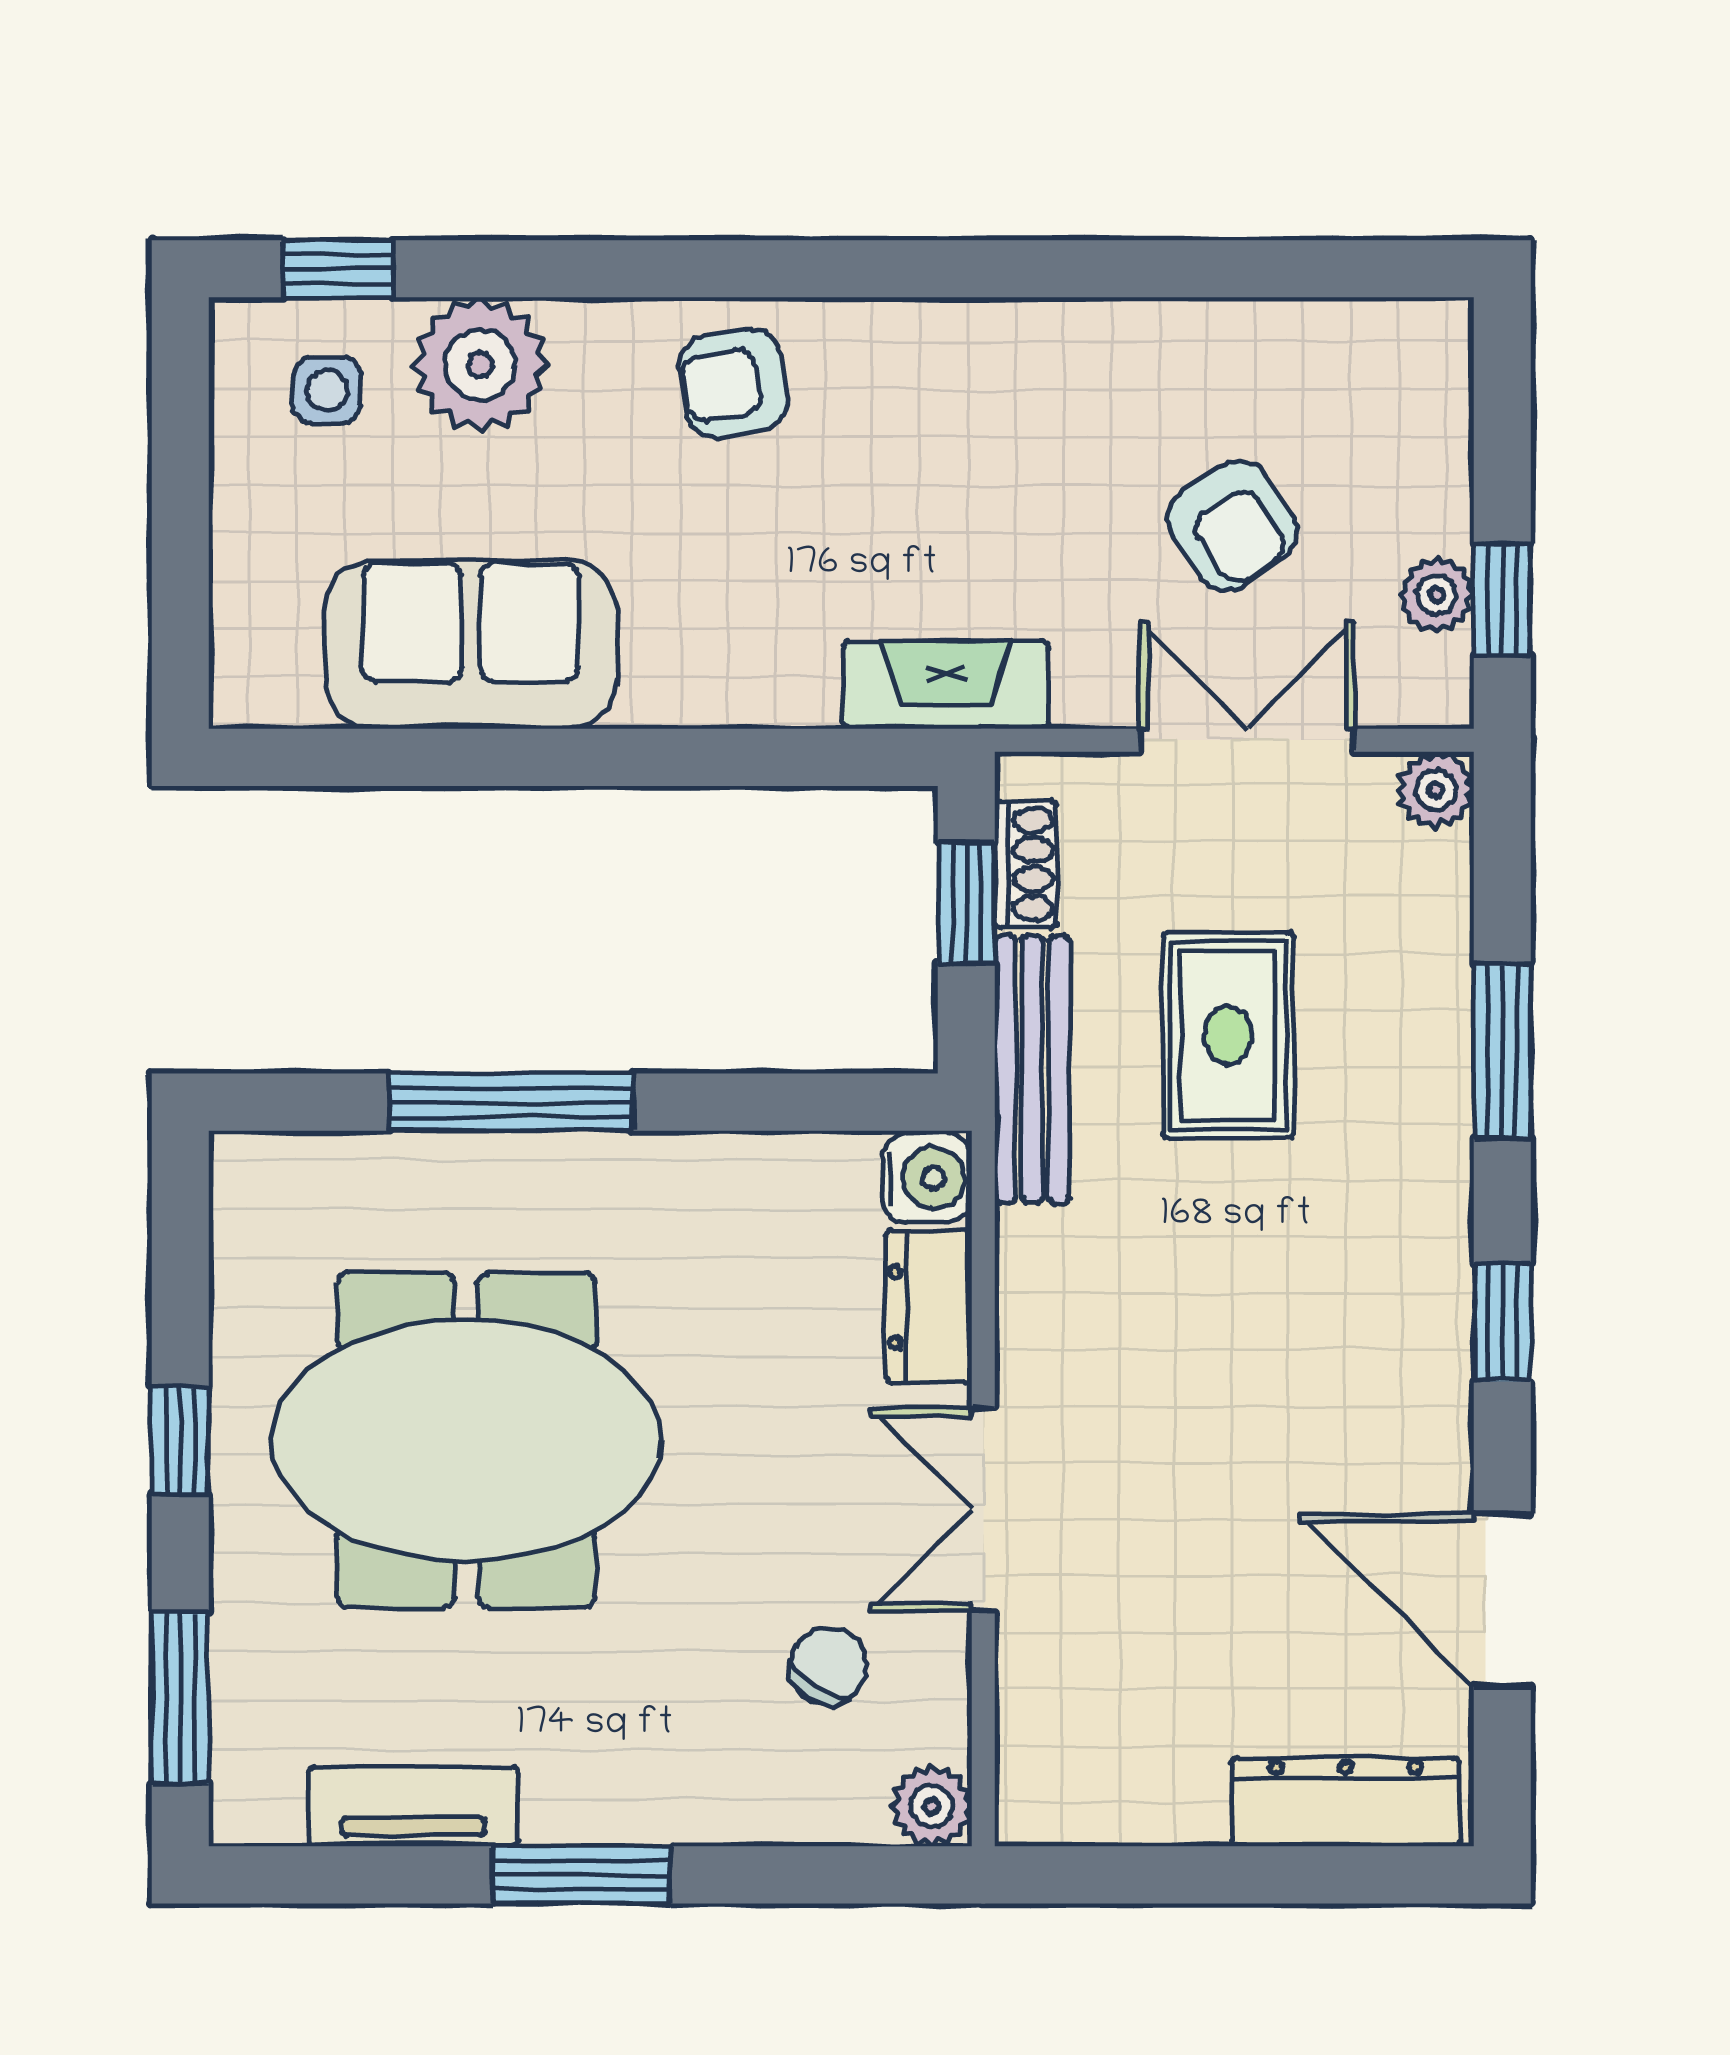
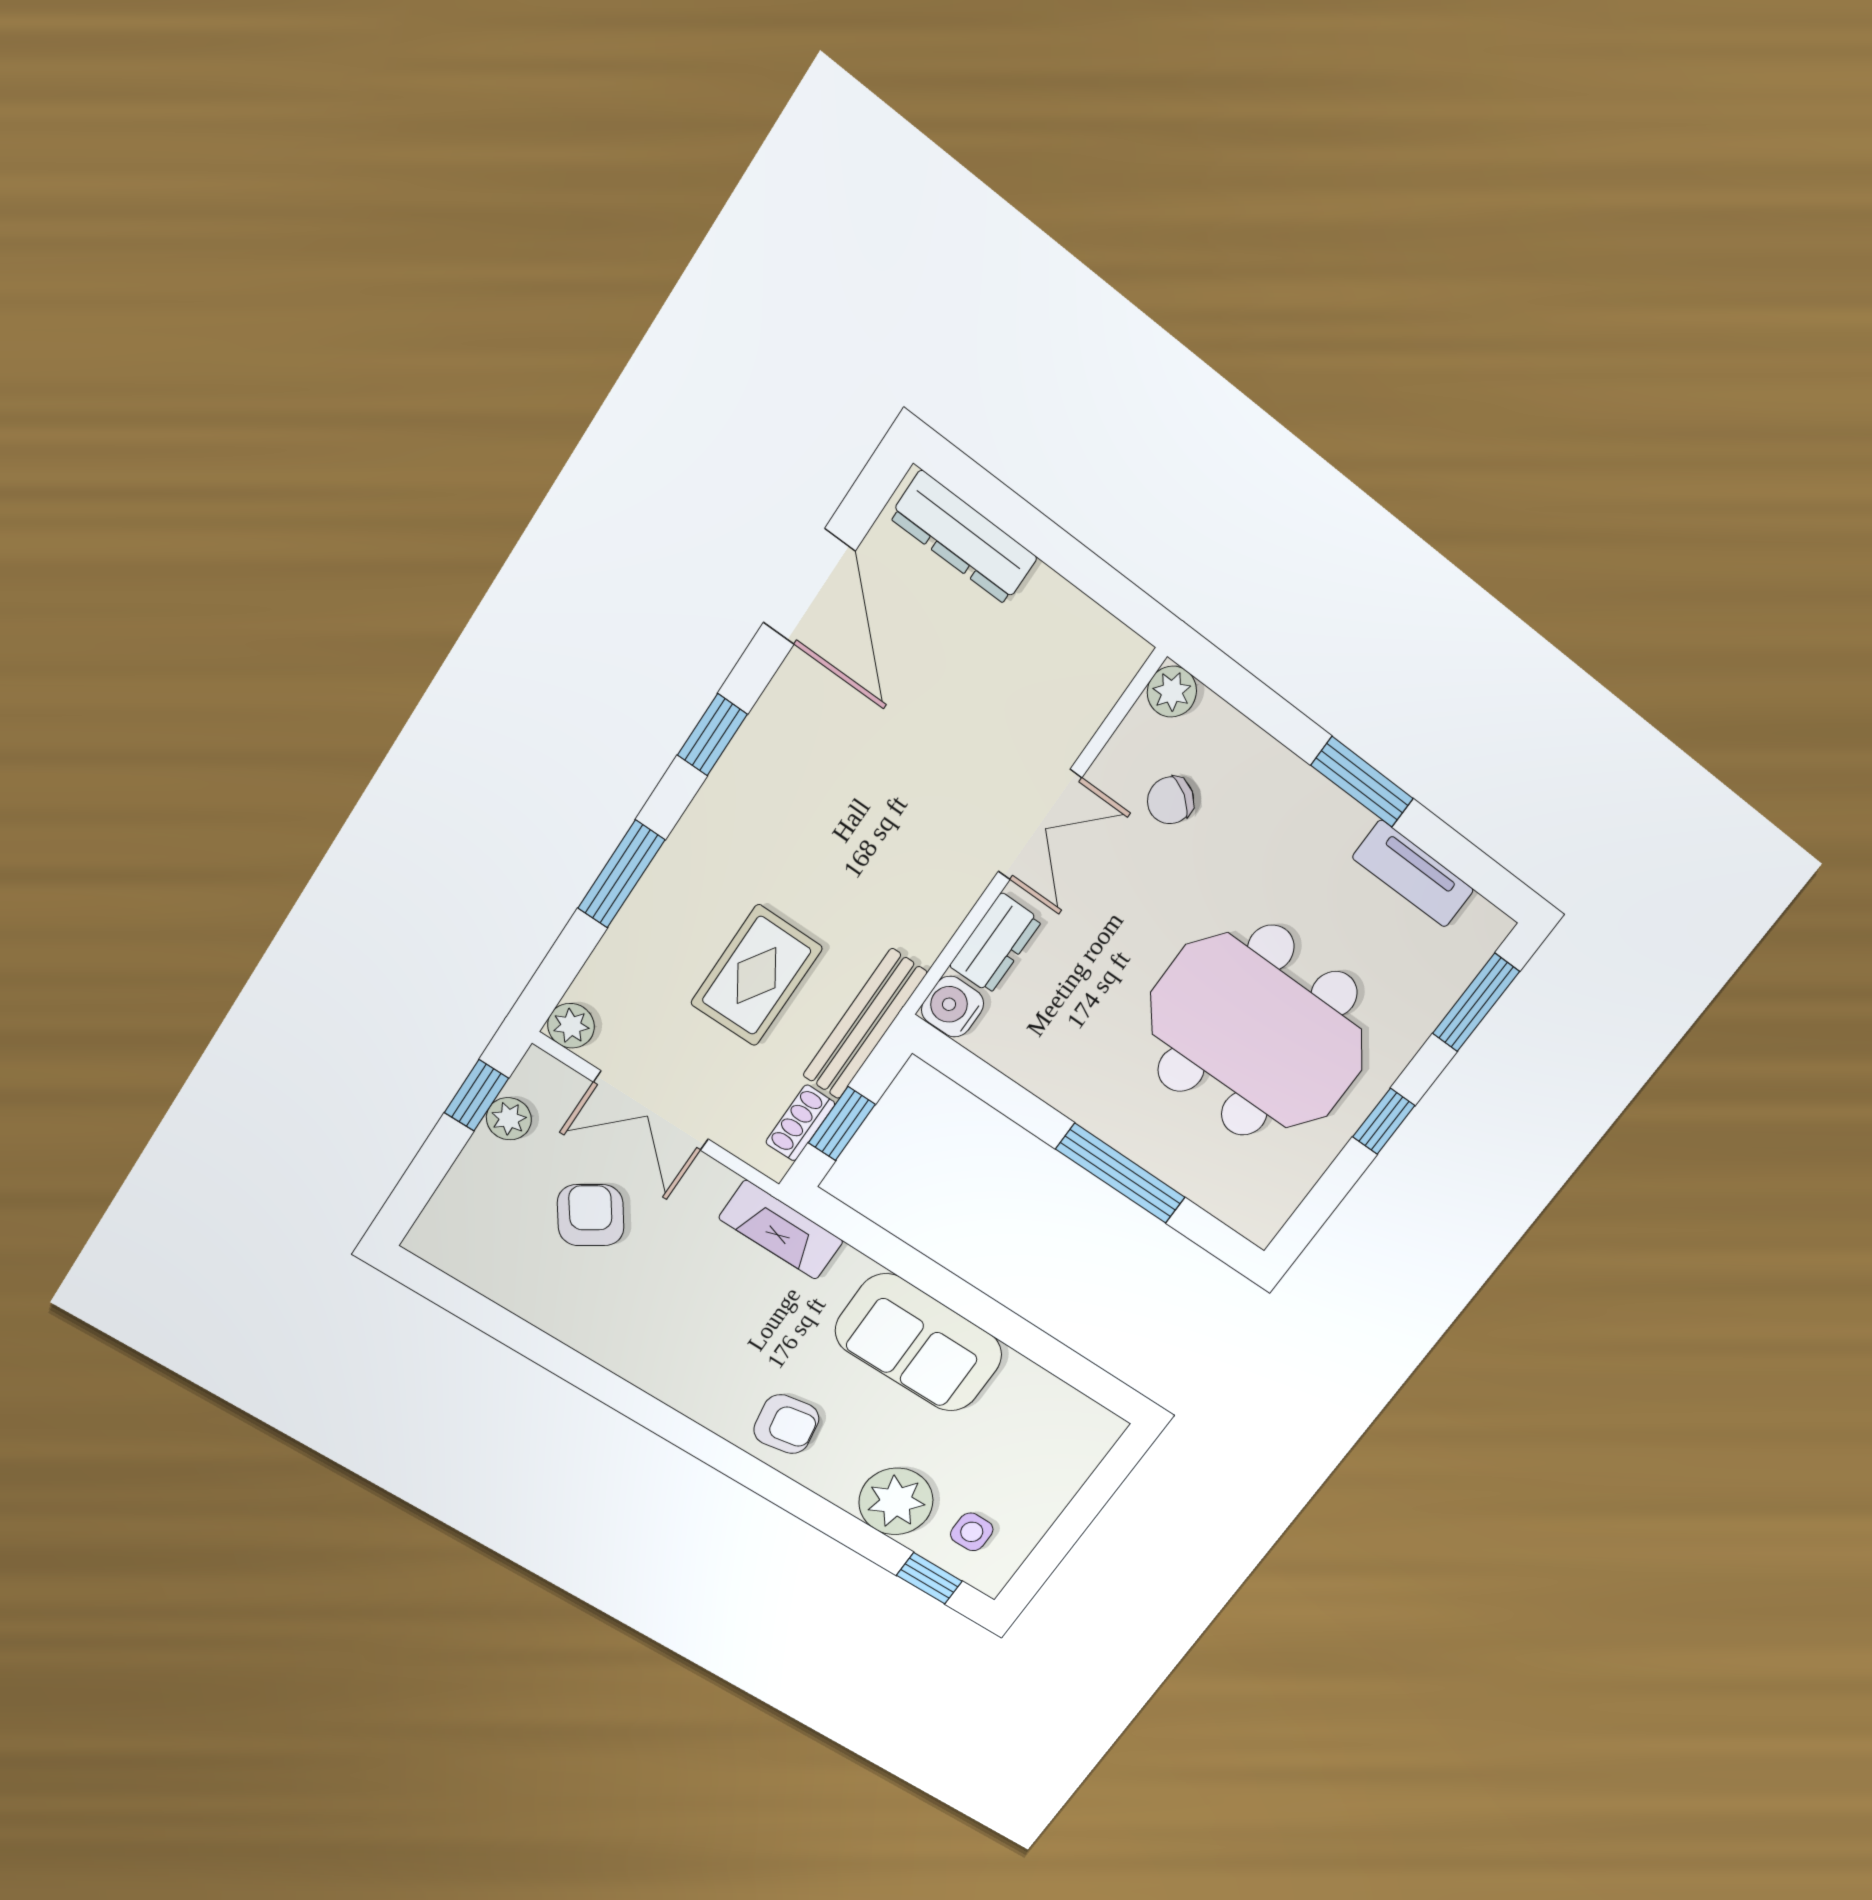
sofa: (471, 644) -> (919, 1343), moved

